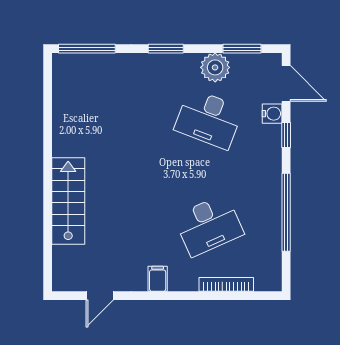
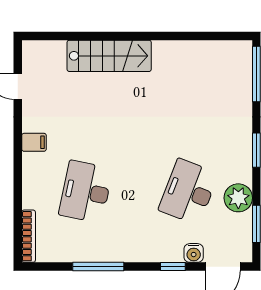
window: (286, 212) -> (98, 267), width x0.68
desk: (209, 225) -> (86, 192), turned 36
bookcase: (226, 284) -> (29, 236), moved

